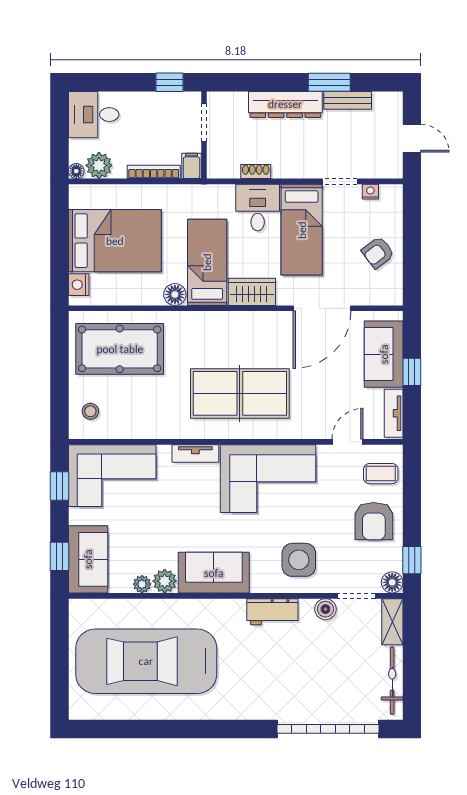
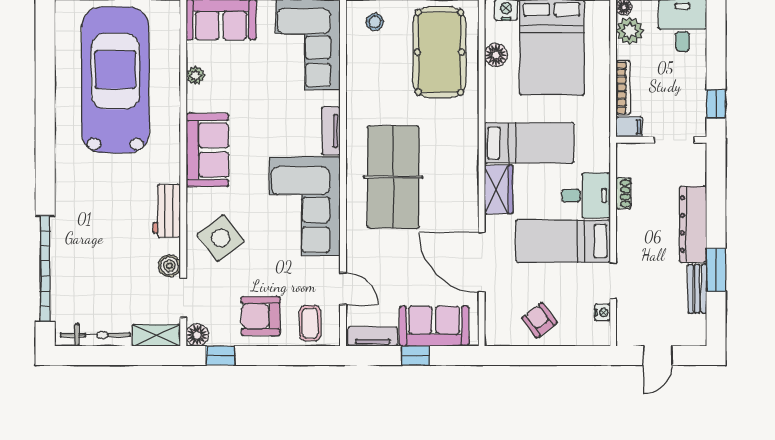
floor lamp: (175, 294) -> (496, 55), moved
side table: (299, 560) -> (221, 238), turned -38
plant: (165, 581) -> (199, 99), removed

